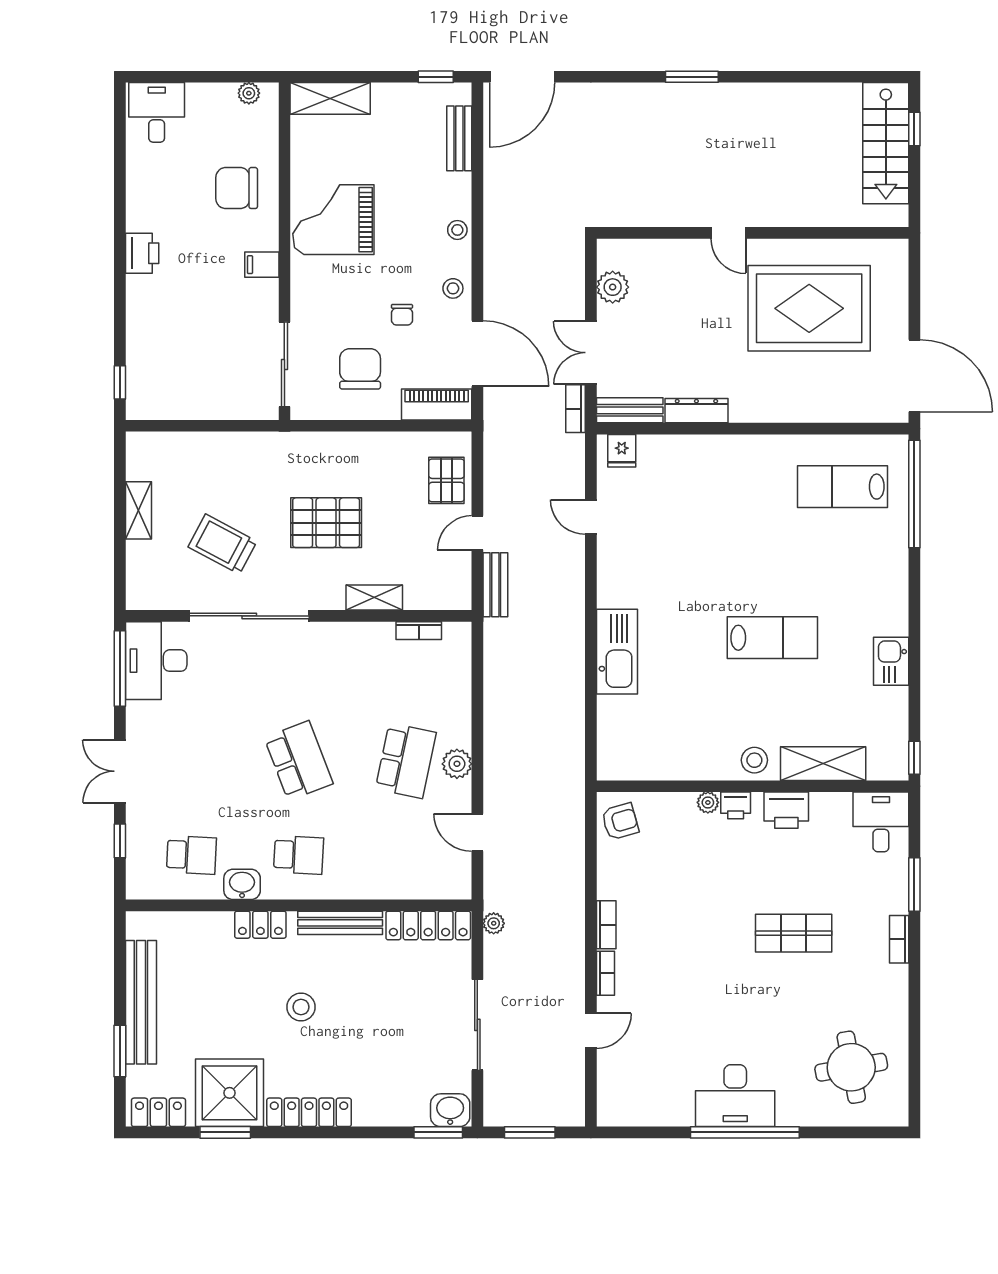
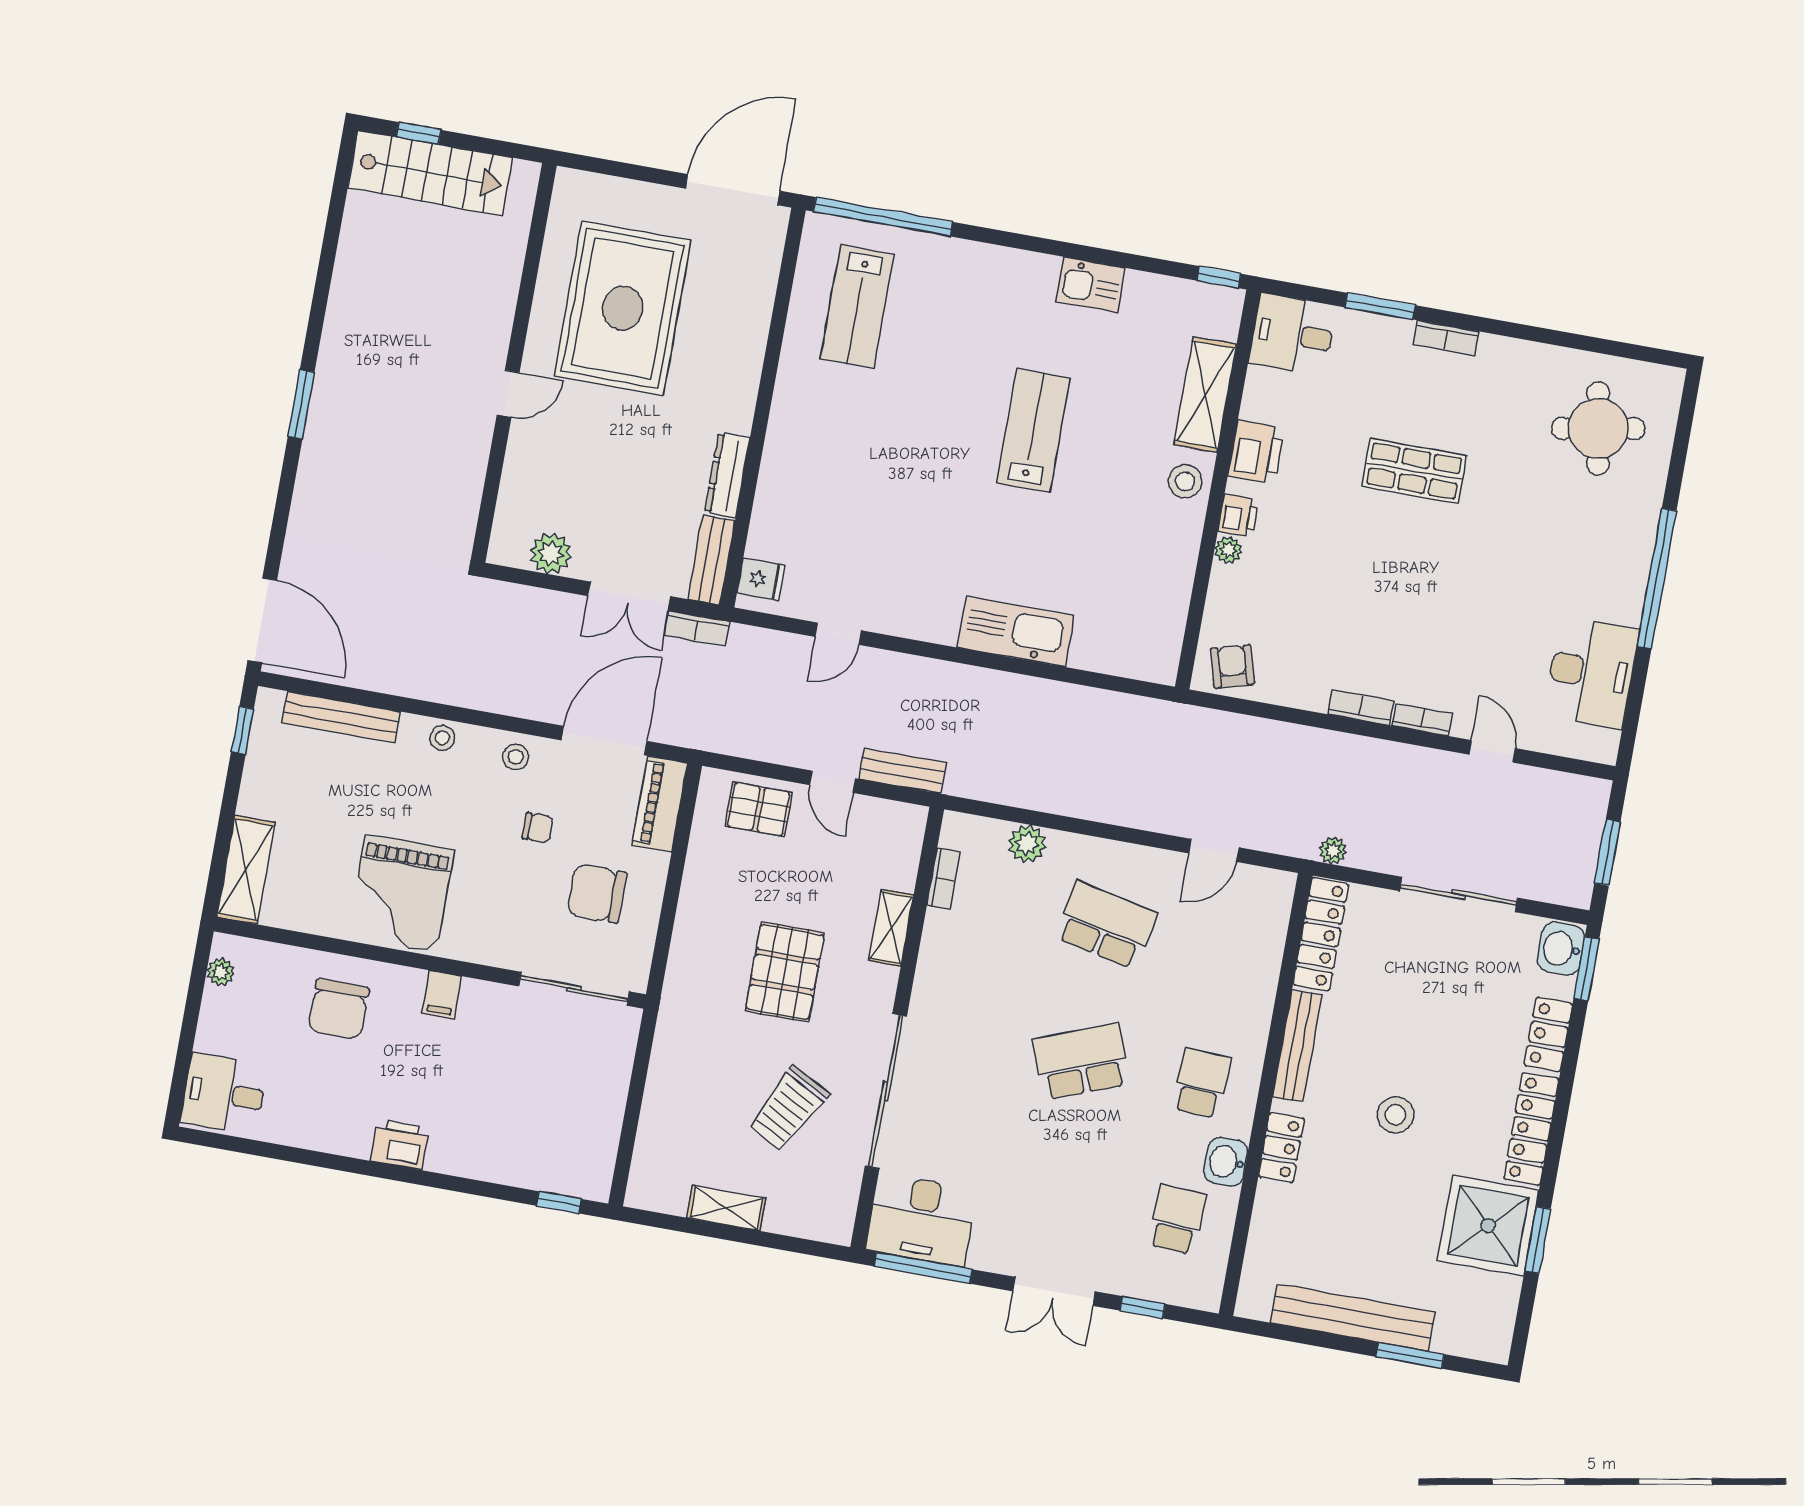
bench: (459, 138) -> (341, 717), width x1.36
plant: (457, 764) -> (1027, 844), moved
shop shelf: (794, 933) -> (1414, 471), turned 90
desk: (735, 1096) -> (1591, 672), moved
locker: (158, 1112) -> (1548, 1034), moved

